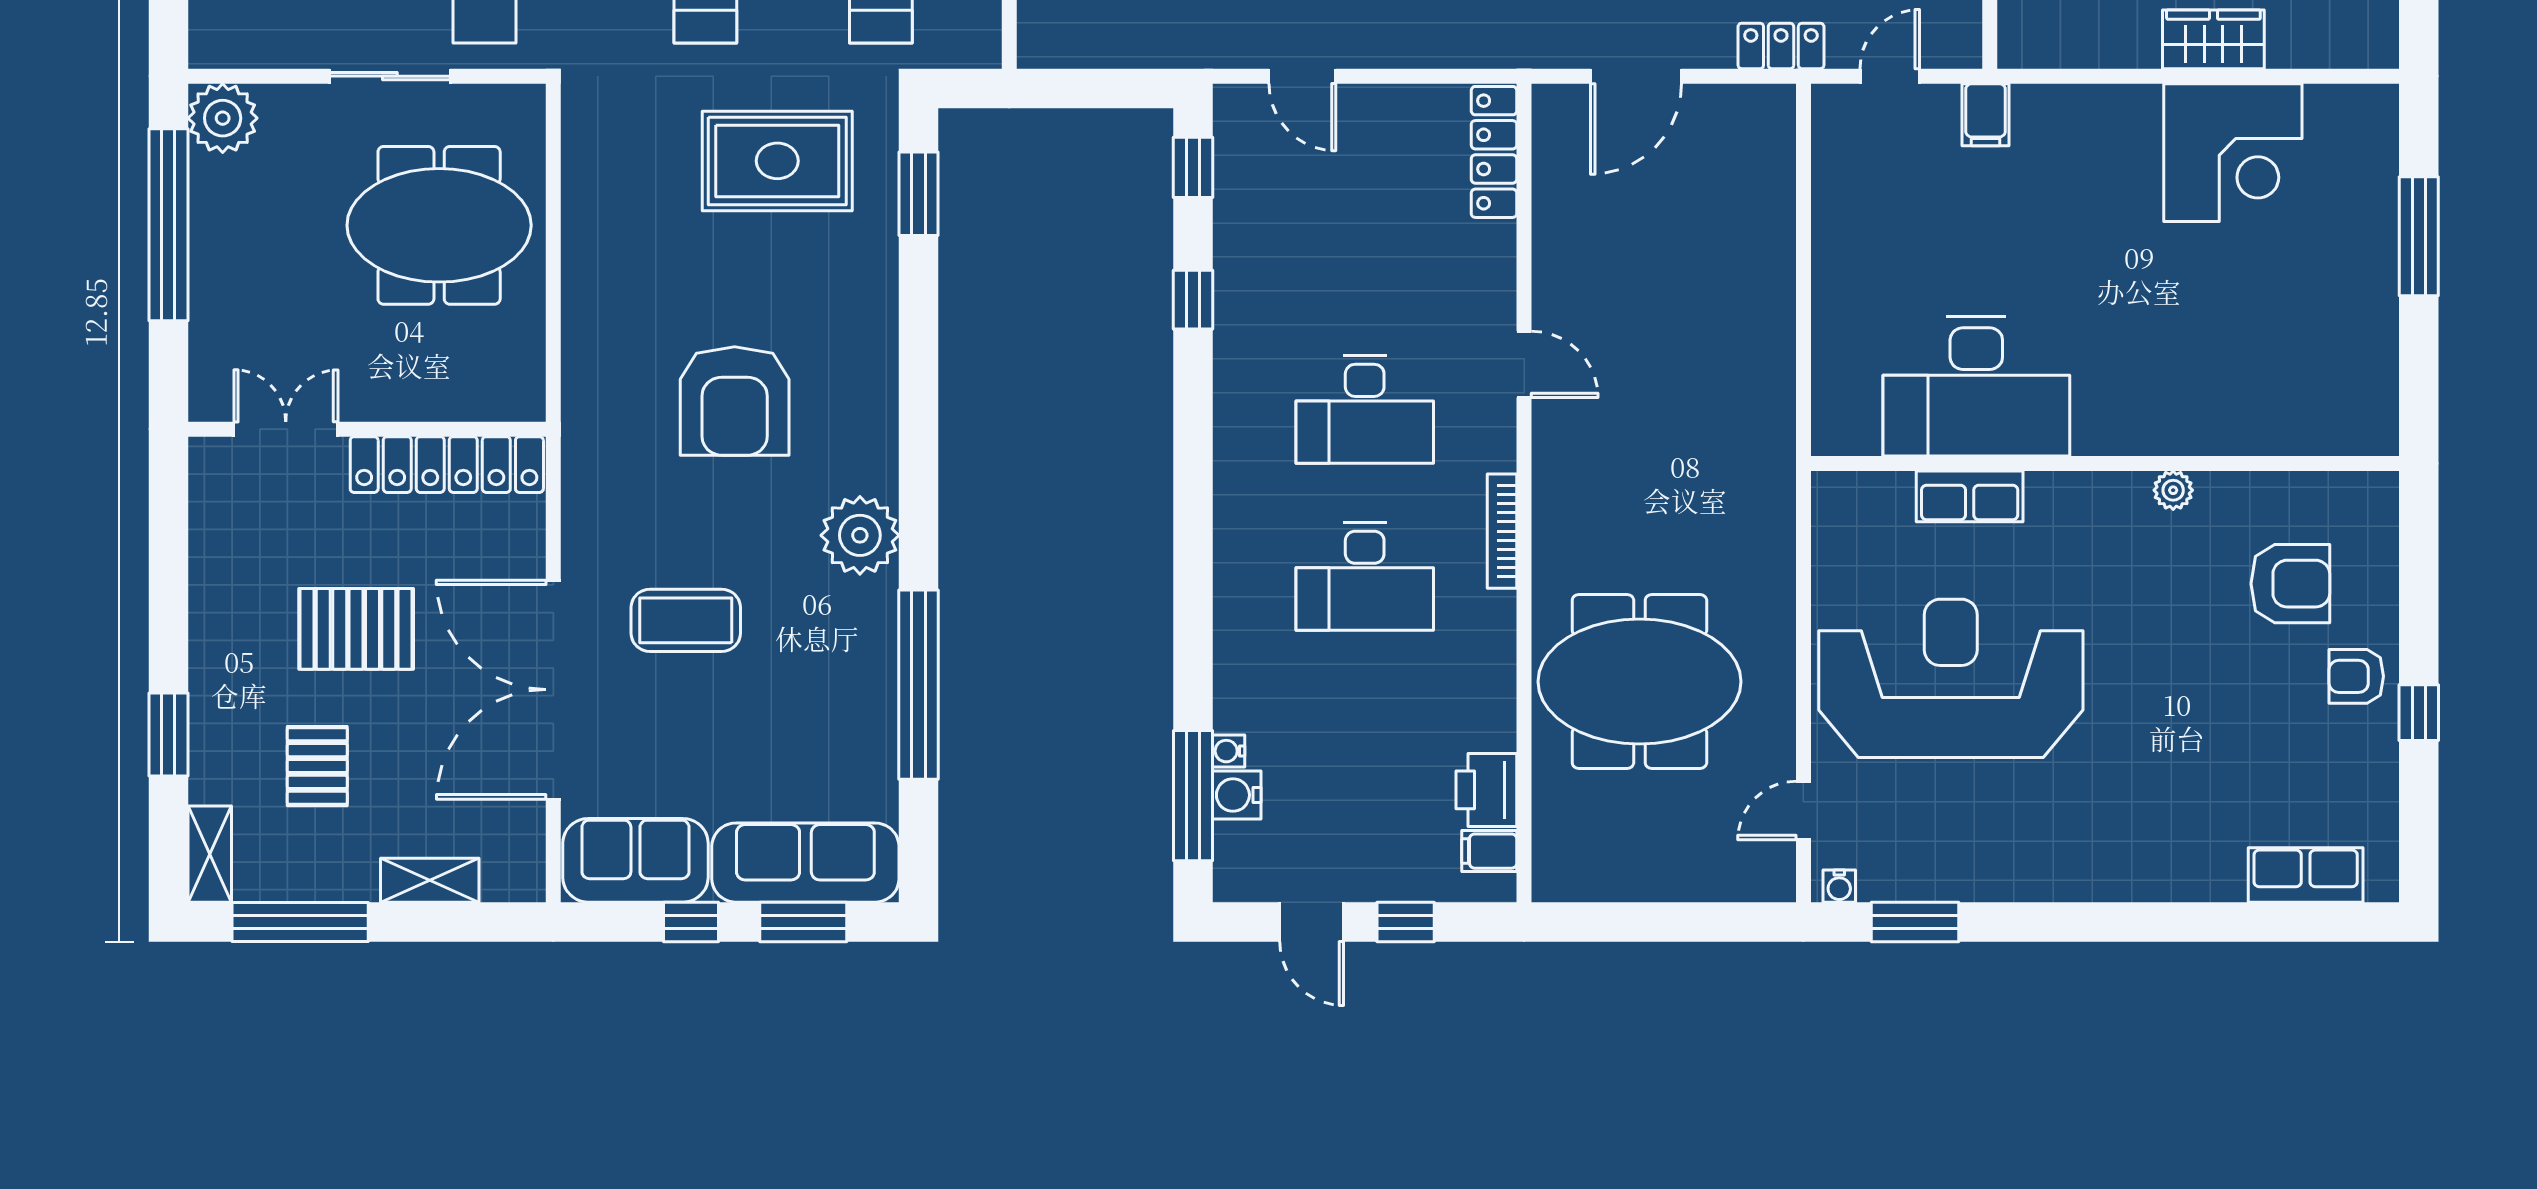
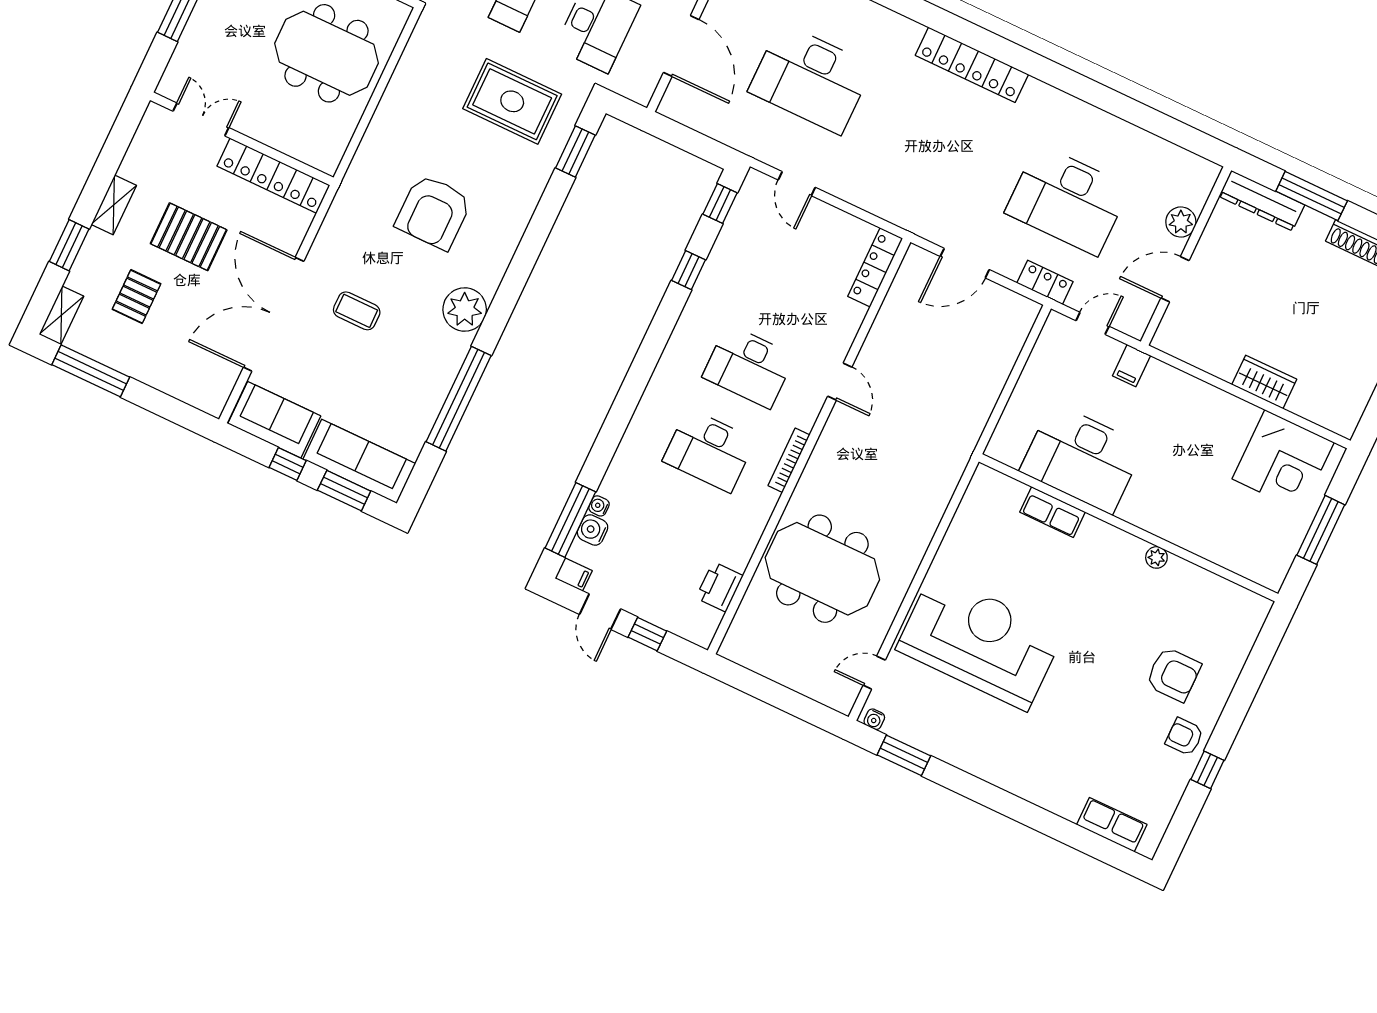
corner desk: (2233, 153) -> (1283, 461), moved
desk: (1976, 386) -> (1082, 458), moved
wall: (2105, 463) -> (1129, 528), moved
plant: (2173, 490) -> (1156, 557), moved
row of seats: (1970, 496) -> (1053, 512), moved
coffee table: (686, 620) -> (357, 311), width x0.73, depth x0.77
filing cabinet: (1489, 851) -> (574, 574), moved, turned 180
shelving: (430, 880) -> (114, 205), moved, turned 90

